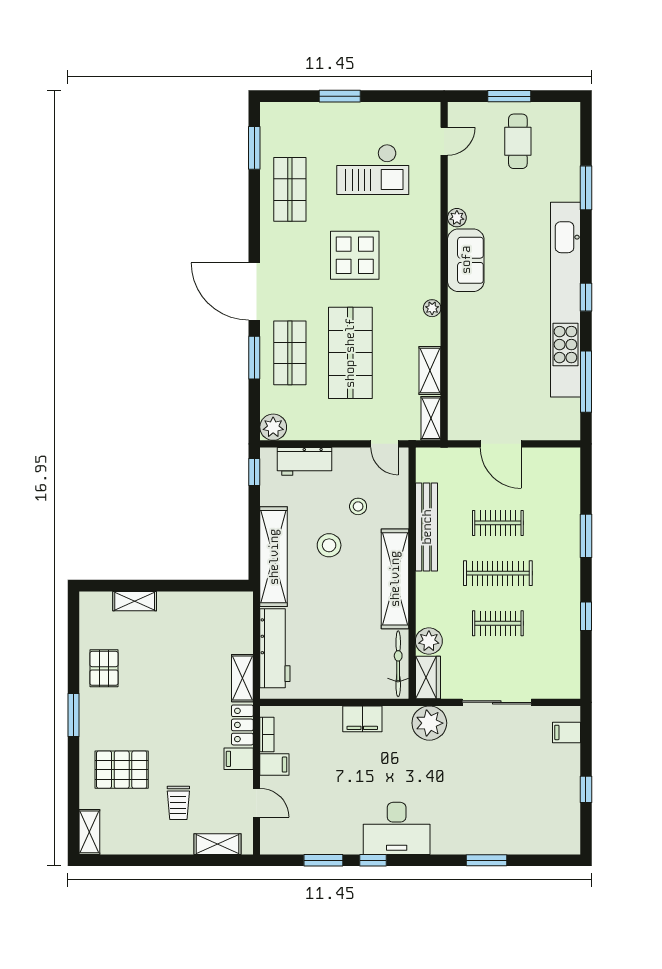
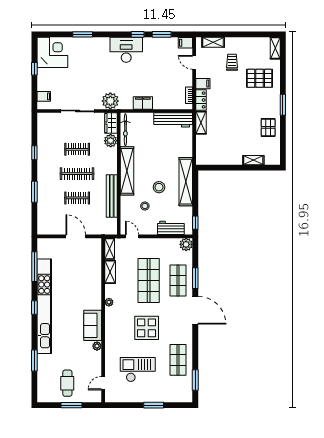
workbench: (275, 648) -> (173, 120), moved, turned -90
filing cabinet: (274, 765) -> (185, 43), moved
corner desk: (549, 823) -> (52, 52), added

